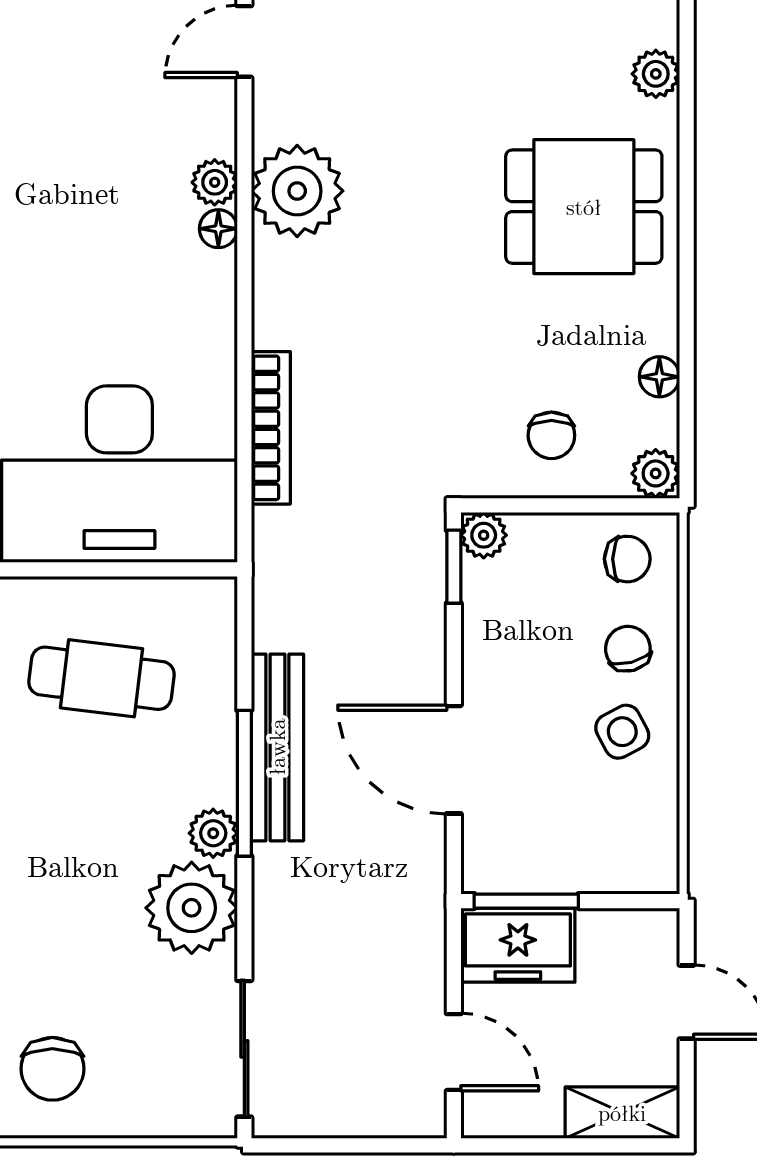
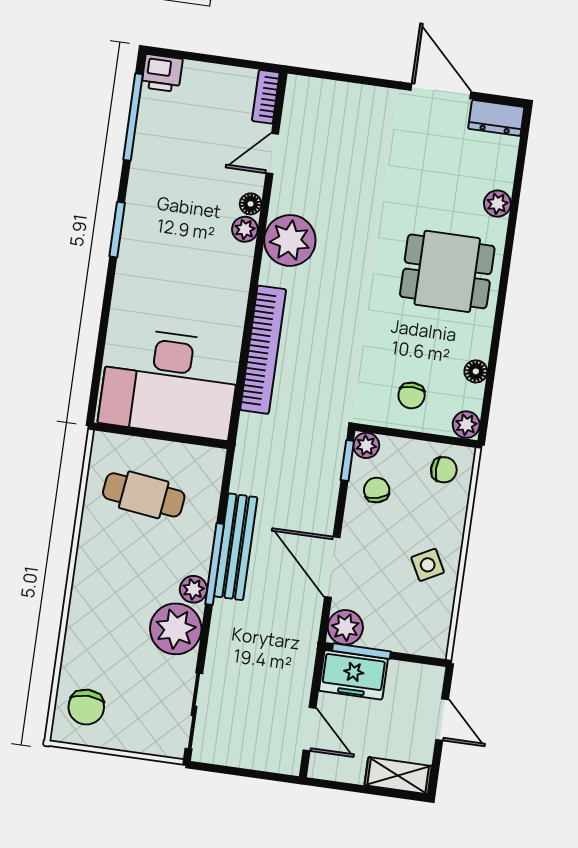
floor lamp: (218, 229) -> (251, 204), moved
bookcase: (271, 428) -> (263, 350), width x1.48, depth x1.31
chair: (628, 649) -> (377, 490), moved
plant: (492, 863) -> (345, 627), added

